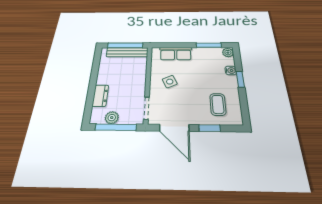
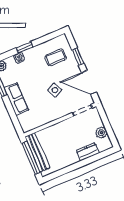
row of seats: (176, 54) -> (16, 99), moved
side table: (170, 82) -> (55, 90), moved
window: (116, 127) -> (107, 125), removed
door: (174, 128) -> (89, 82), swing flipped

